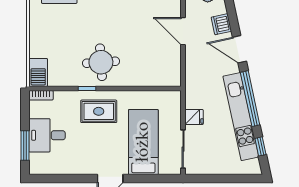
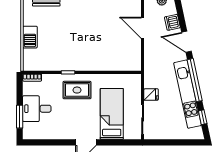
round table: (101, 62) -> (79, 52), removed
barbecue: (38, 73) -> (30, 37), moved

